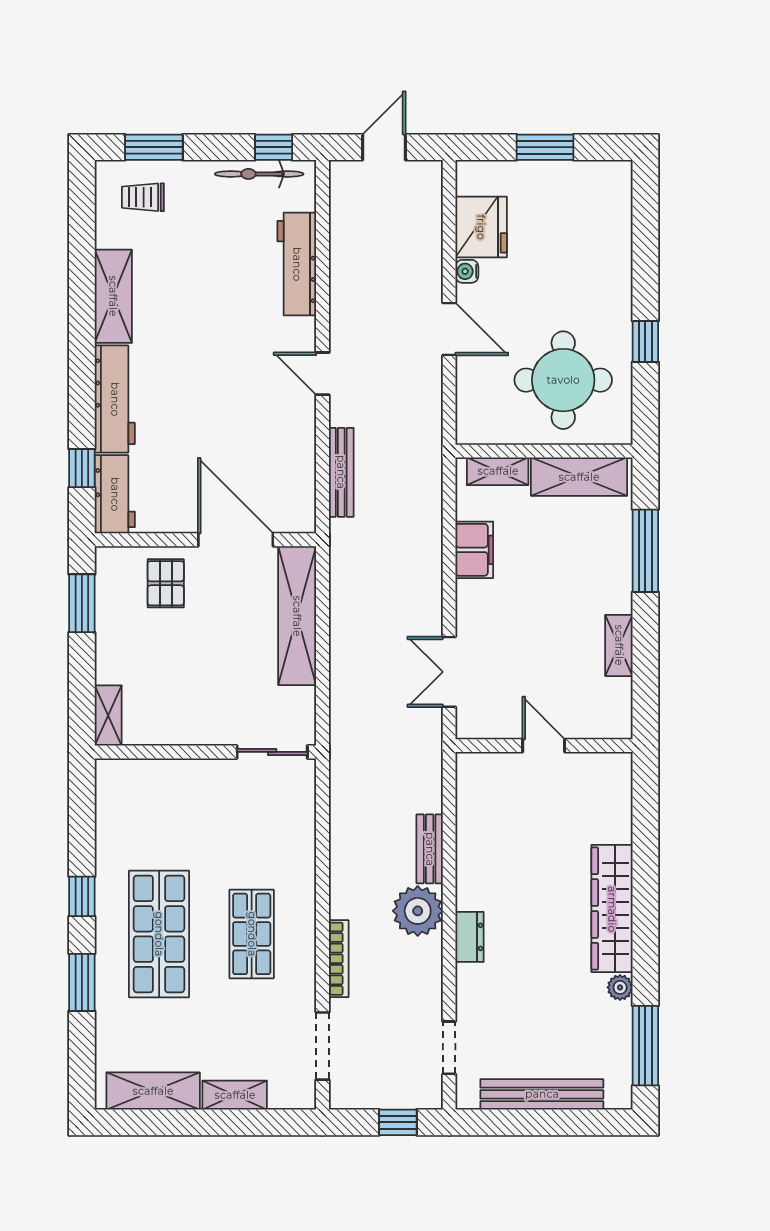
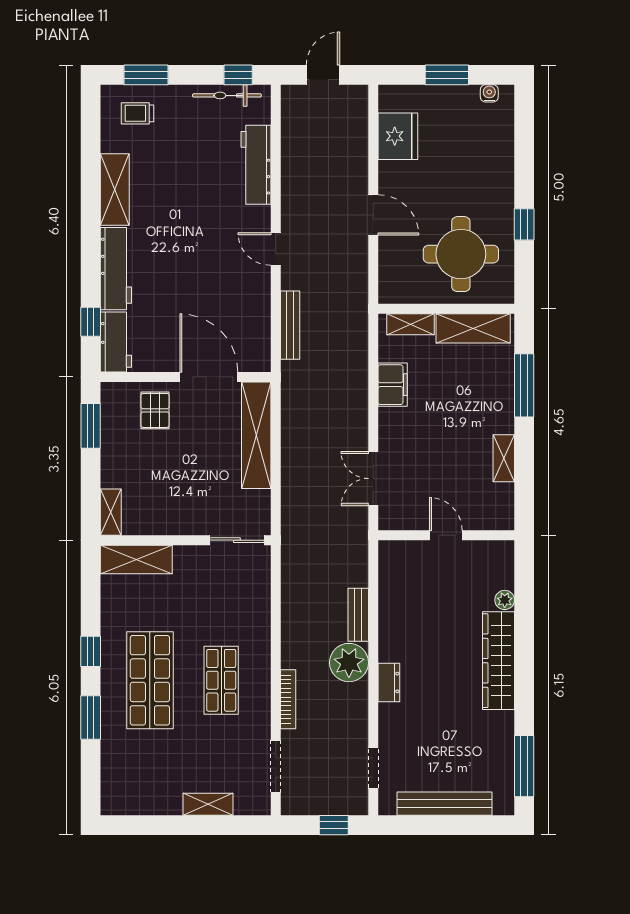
water cooler: (467, 271) -> (489, 93), moved, turned 90
plant: (620, 987) -> (505, 600), moved
shelving: (153, 1091) -> (136, 559), moved

